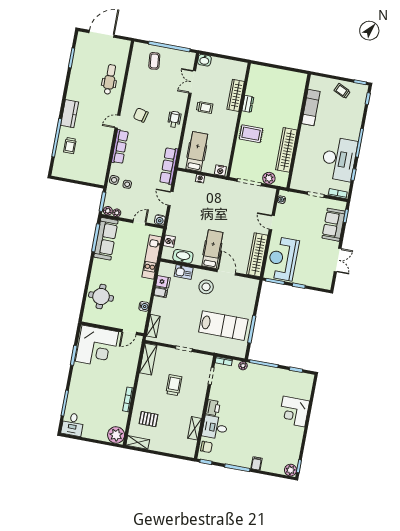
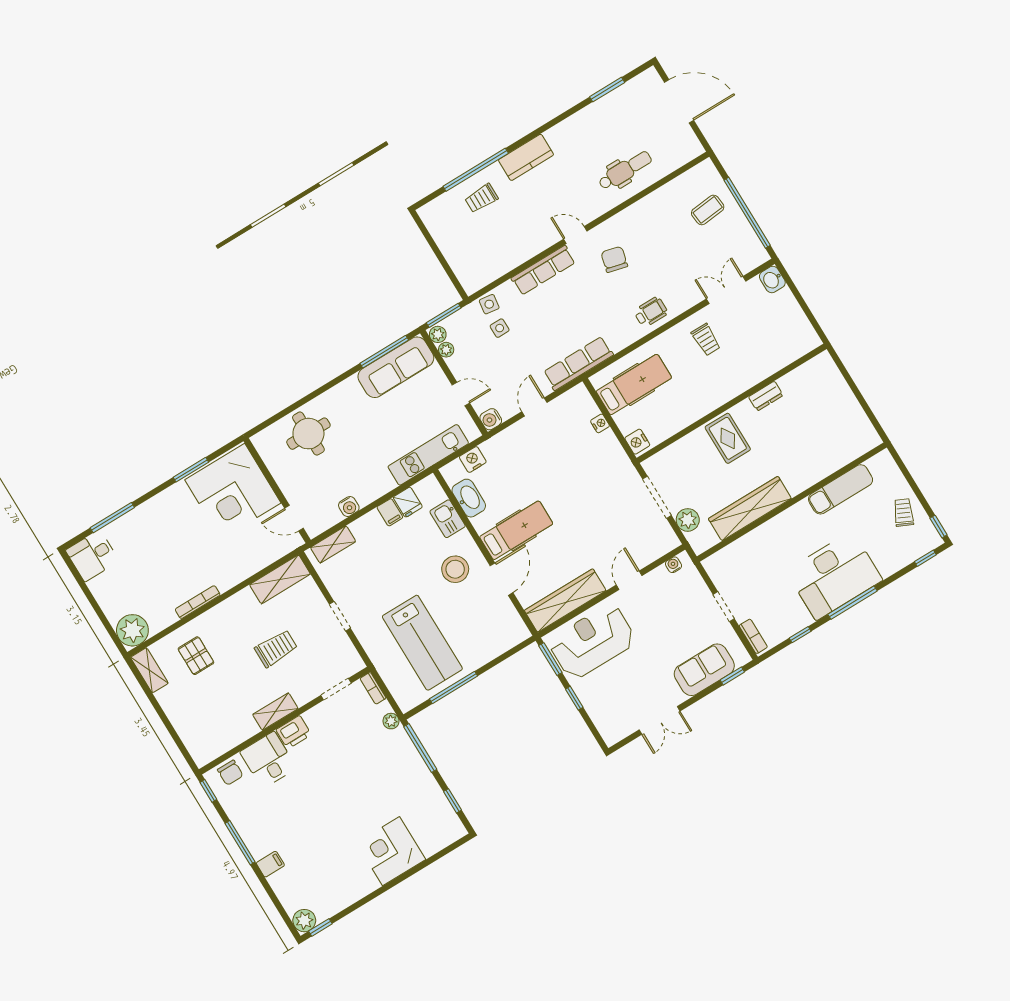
wardrobe: (236, 95) -> (762, 368), removed
desk: (339, 159) -> (834, 576), moved
shelving: (195, 428) -> (275, 712), moved

